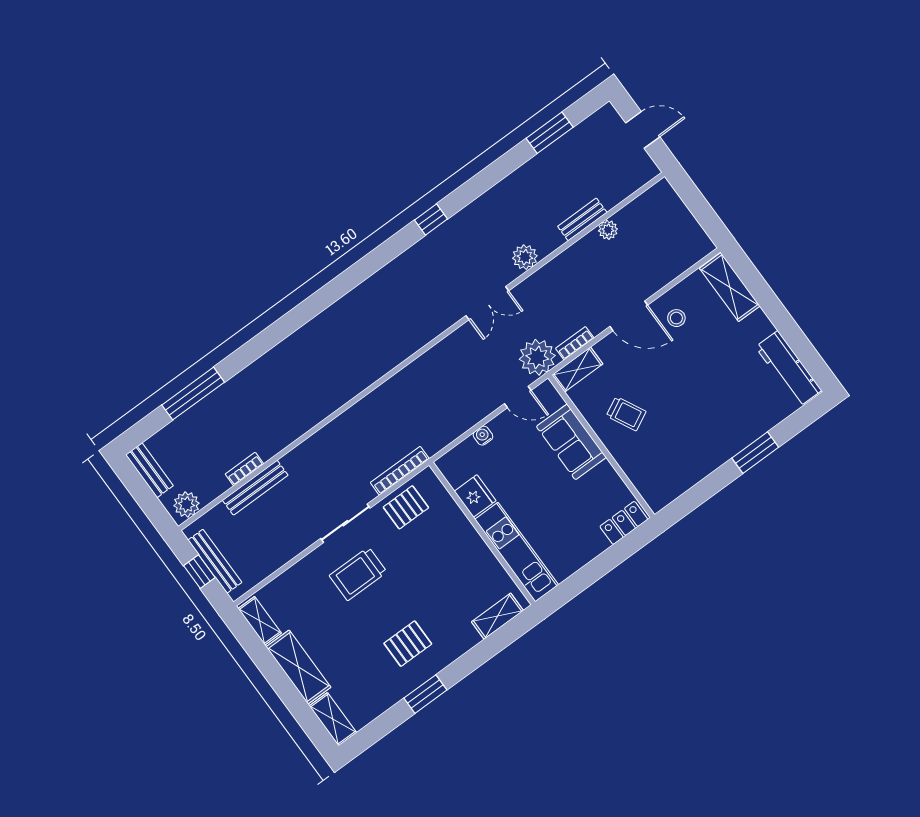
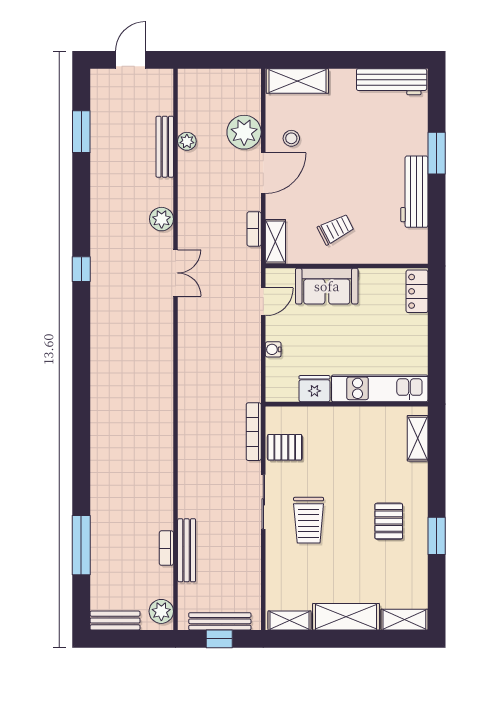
bench: (582, 219) -> (165, 147), width x1.36
plant: (537, 357) -> (244, 132), moved
workbench: (708, 458) -> (414, 192), added
pallet: (406, 507) -> (285, 447), turned 90

